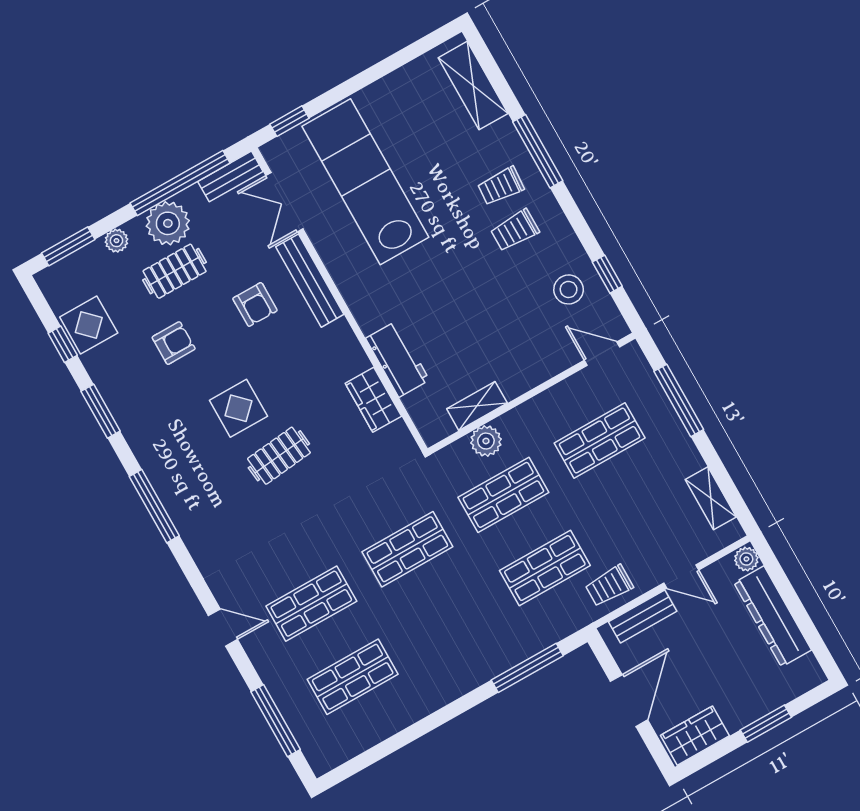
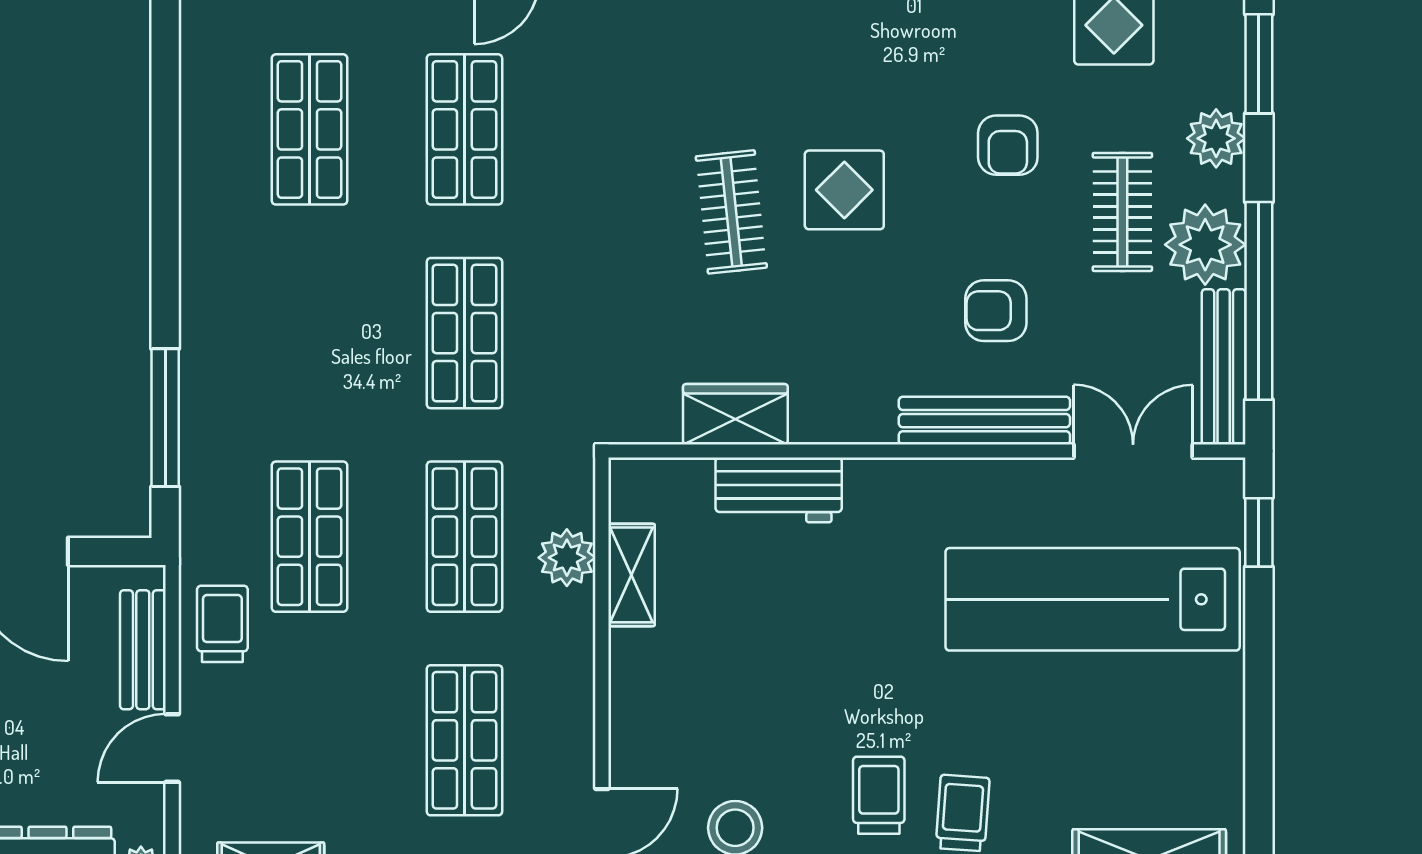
bench: (230, 176) -> (1224, 367), width x1.36
lab bench: (365, 182) -> (1093, 599), turned 180
plant: (116, 241) -> (1216, 138), width x1.38, depth x1.38

